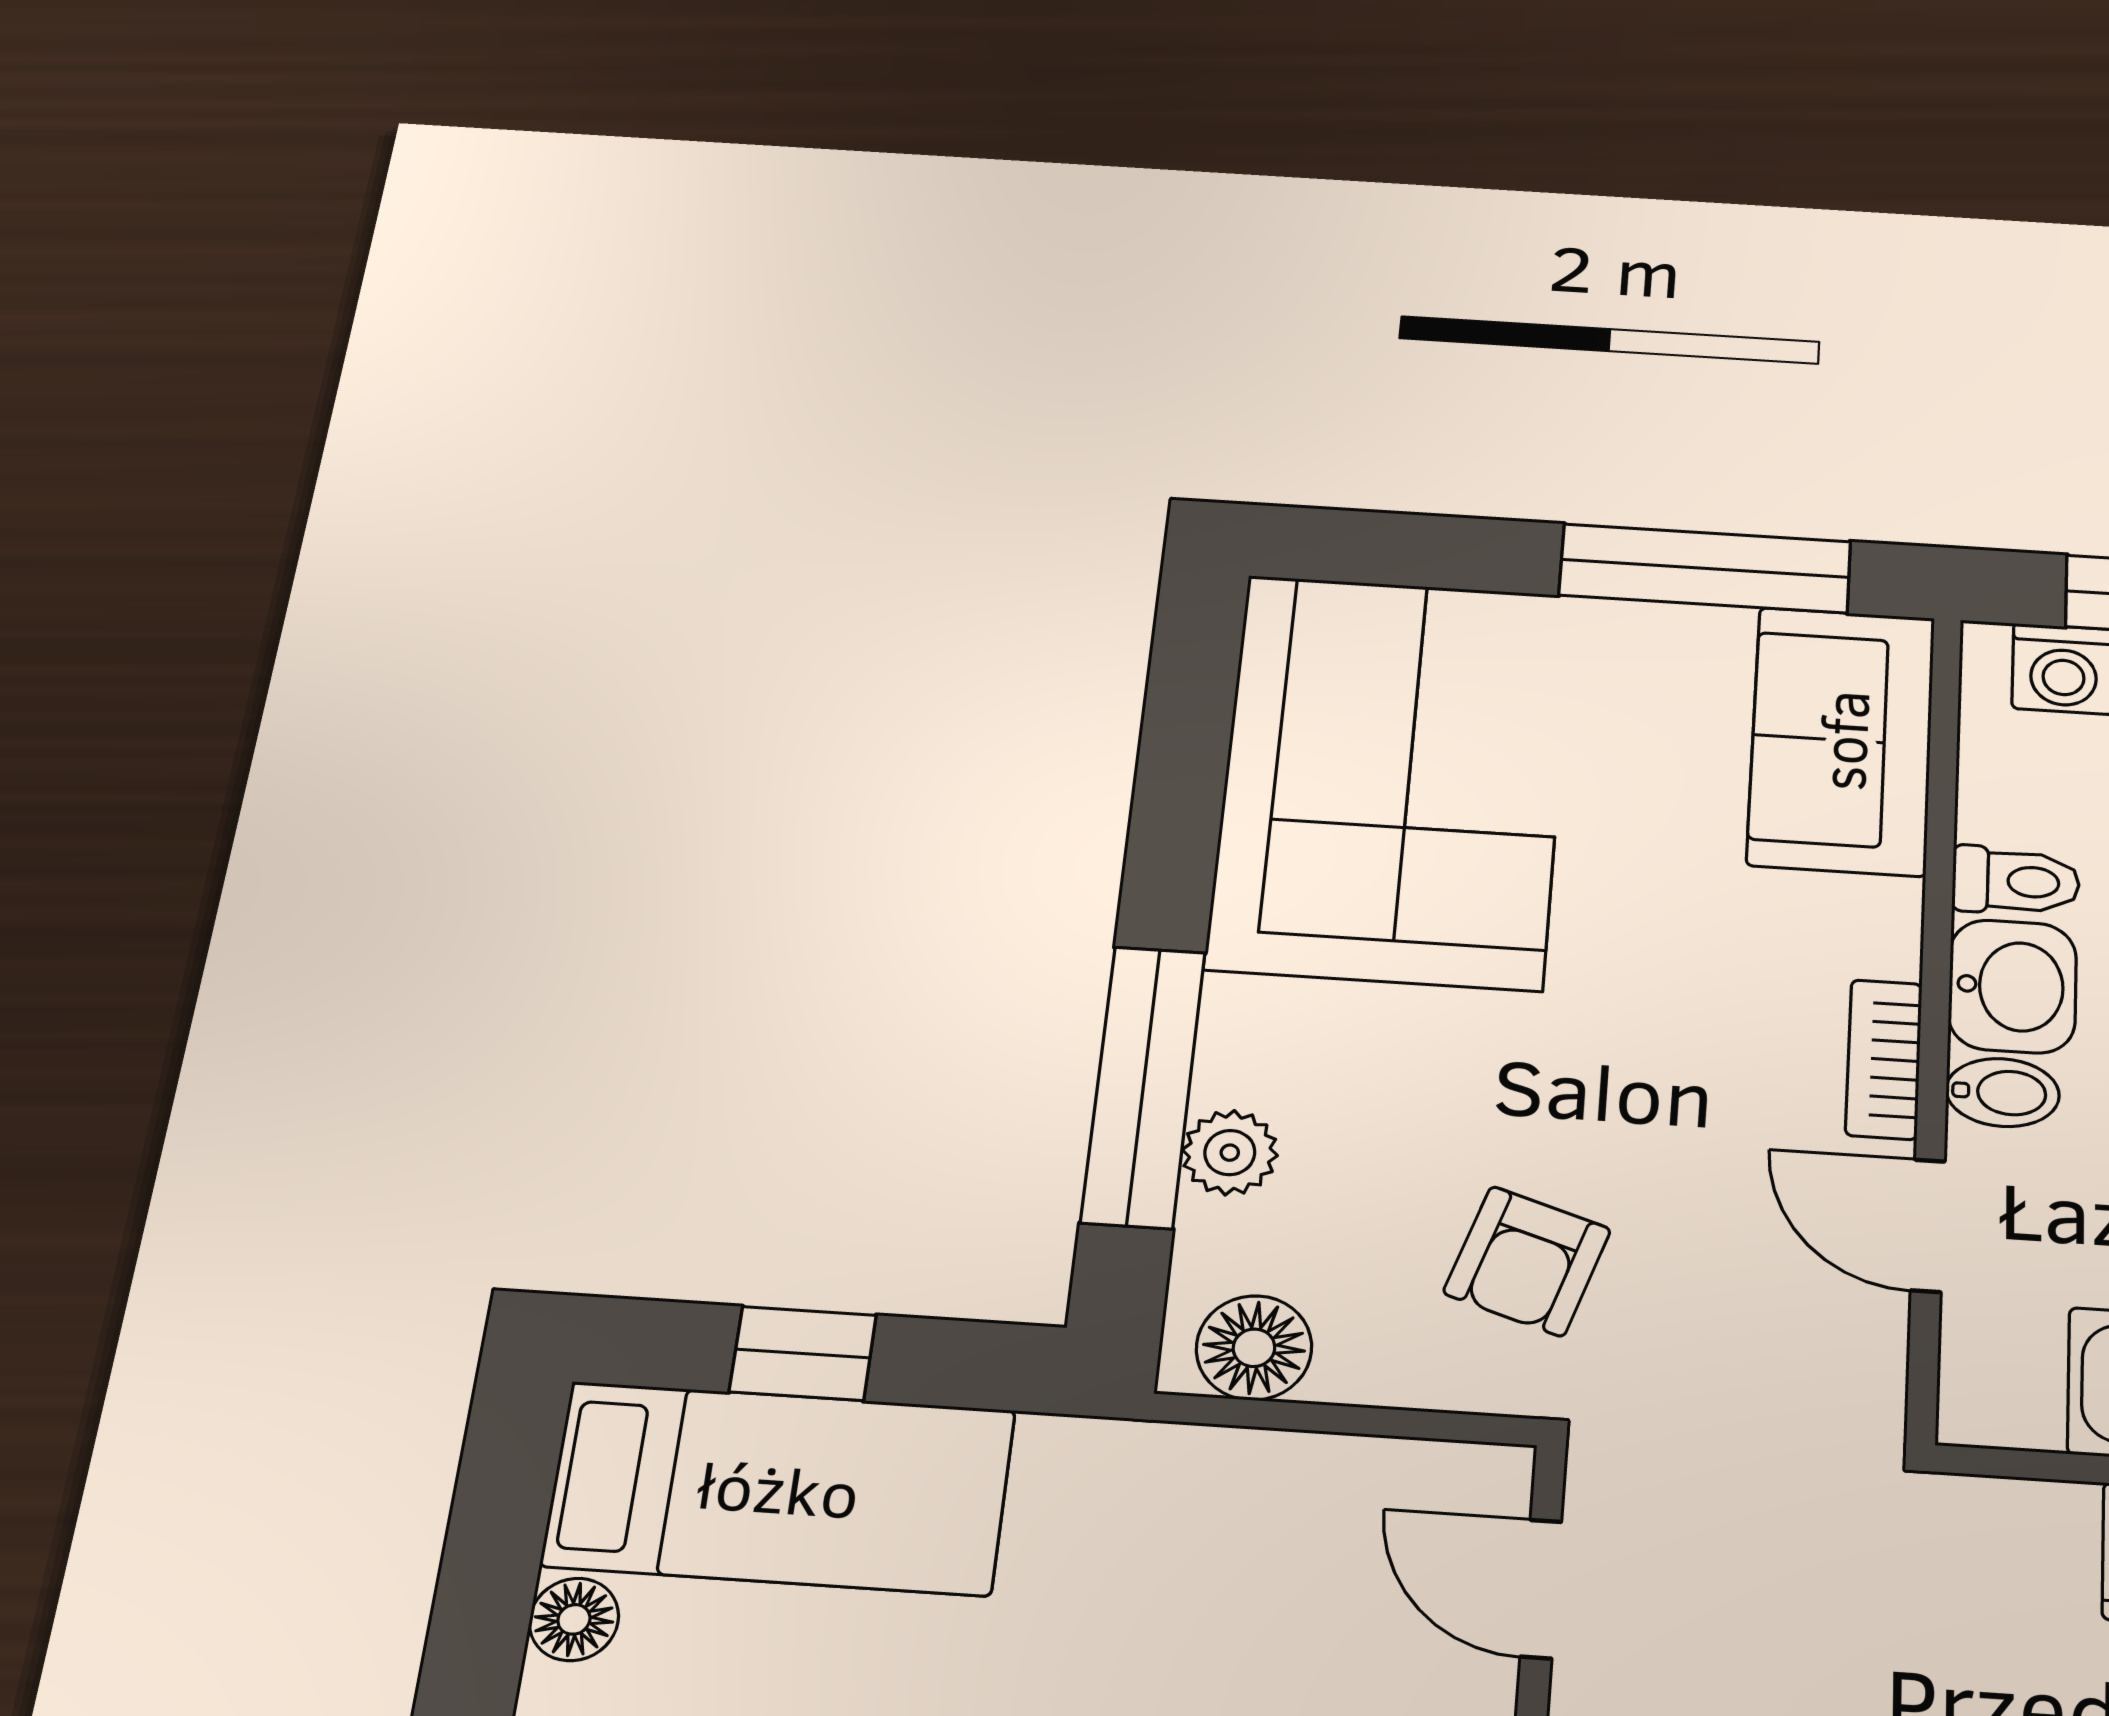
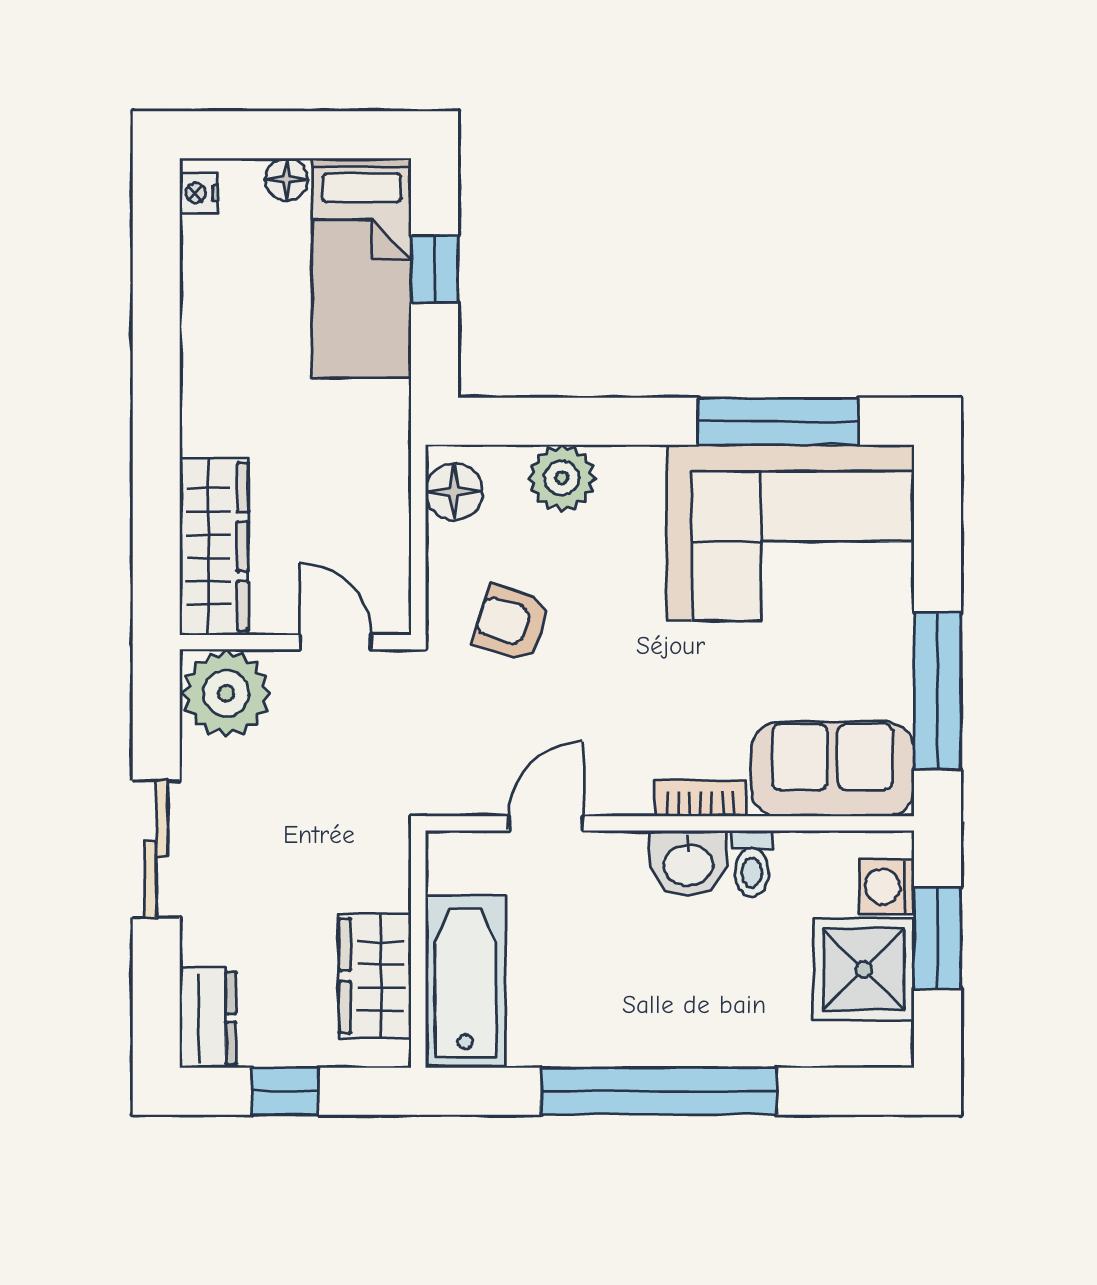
bookcase: (1884, 1059) -> (700, 798), moved
window: (1143, 1086) -> (778, 421), moved
bidet: (2003, 1093) -> (625, 859), removed
plant: (1230, 1153) -> (562, 478), width x1.38, depth x1.38
door: (1541, 1589) -> (336, 642), hinge flipped

